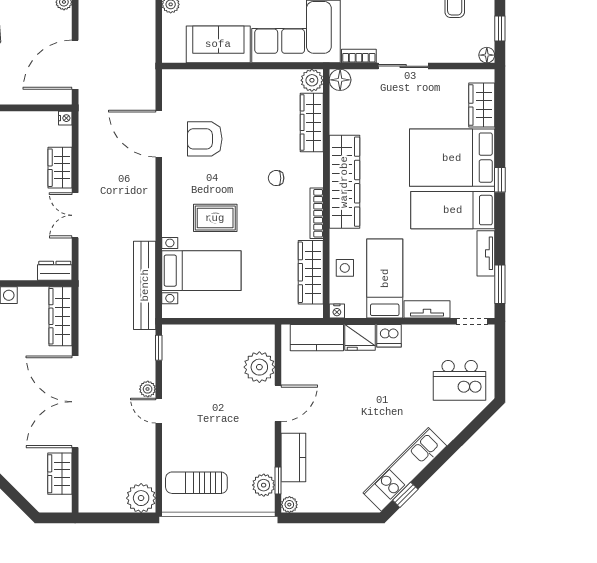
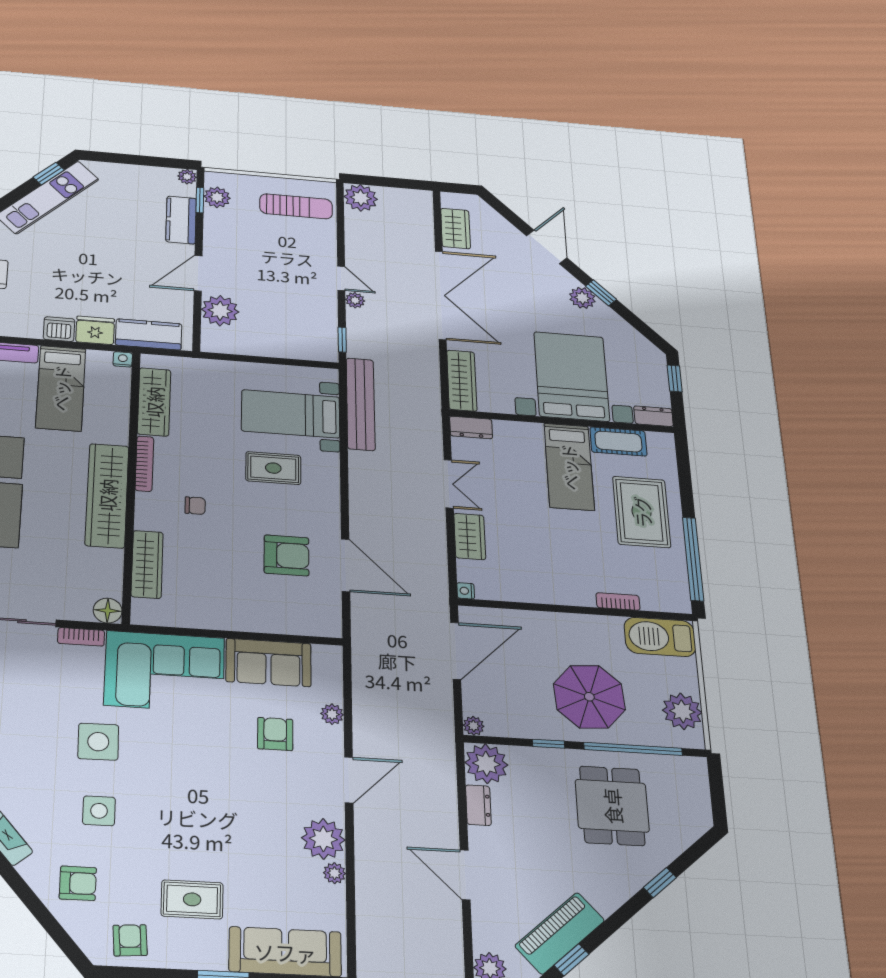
plant: (312, 80) -> (145, 613), removed
side table: (345, 268) -> (111, 403), removed

